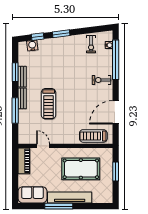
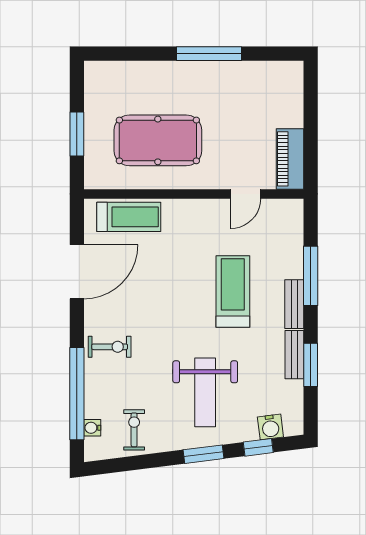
weight bench: (60, 60) -> (205, 392), added
door: (43, 146) -> (245, 194), hinge flipped
sofa: (32, 195) -> (270, 80), removed
tv unit: (70, 198) -> (184, 74), removed

